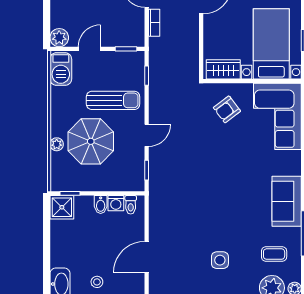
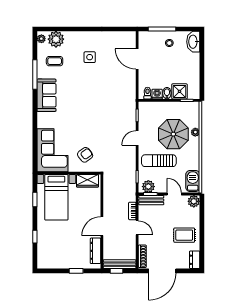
bench: (125, 40) -> (151, 200), added
door: (89, 49) -> (174, 194), swing flipped
plant: (129, 60) -> (148, 187), added
shower: (62, 207) -> (179, 91), moved
door: (147, 257) -> (137, 59), swing flipped

